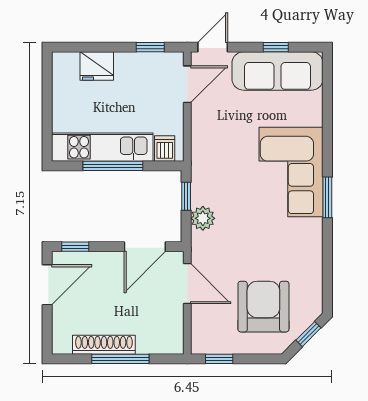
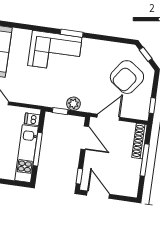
armchair: (263, 307) -> (127, 77), turned -54
shoe rack: (104, 345) -> (139, 141), moved

